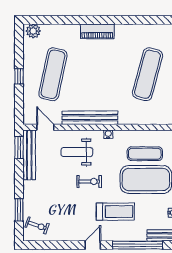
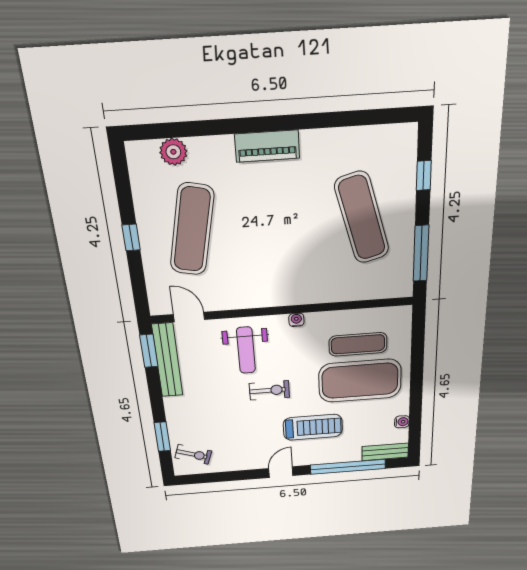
plant: (33, 31) -> (173, 152), moved
exercise mat: (148, 74) -> (362, 218), turned -30
bench: (90, 118) -> (264, 297), removed
weight bench: (77, 152) -> (246, 350), turned -90

